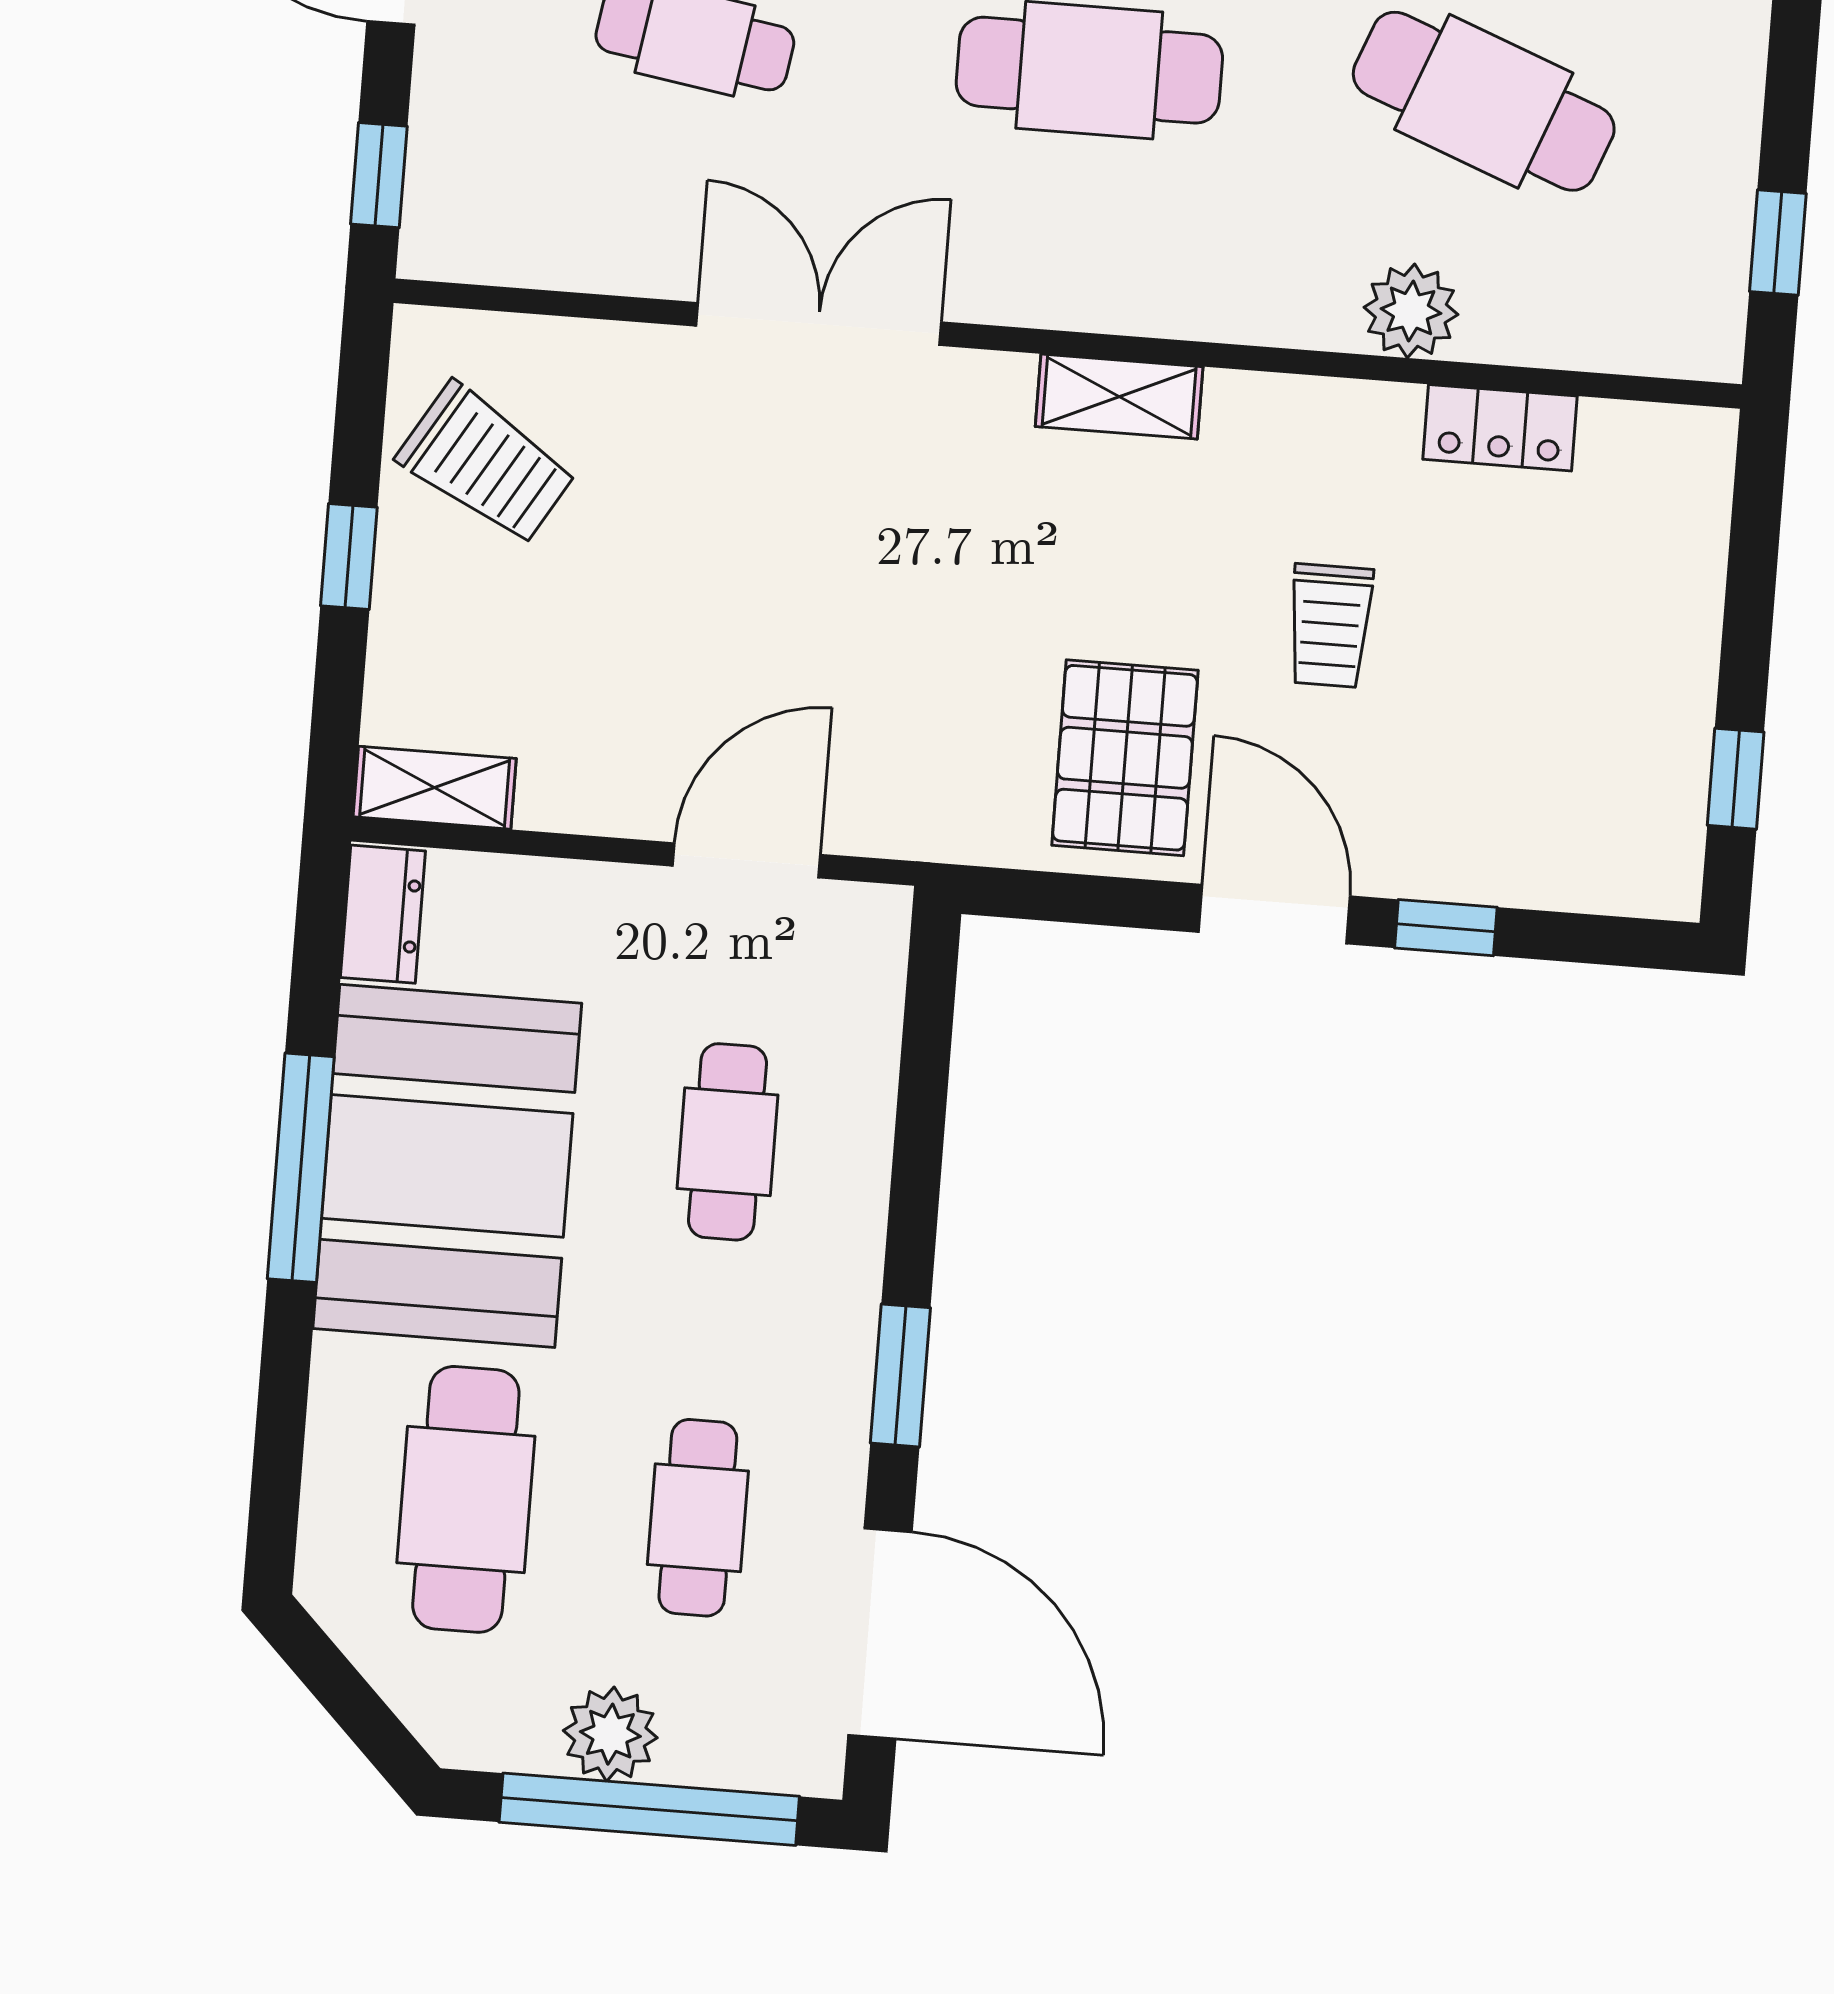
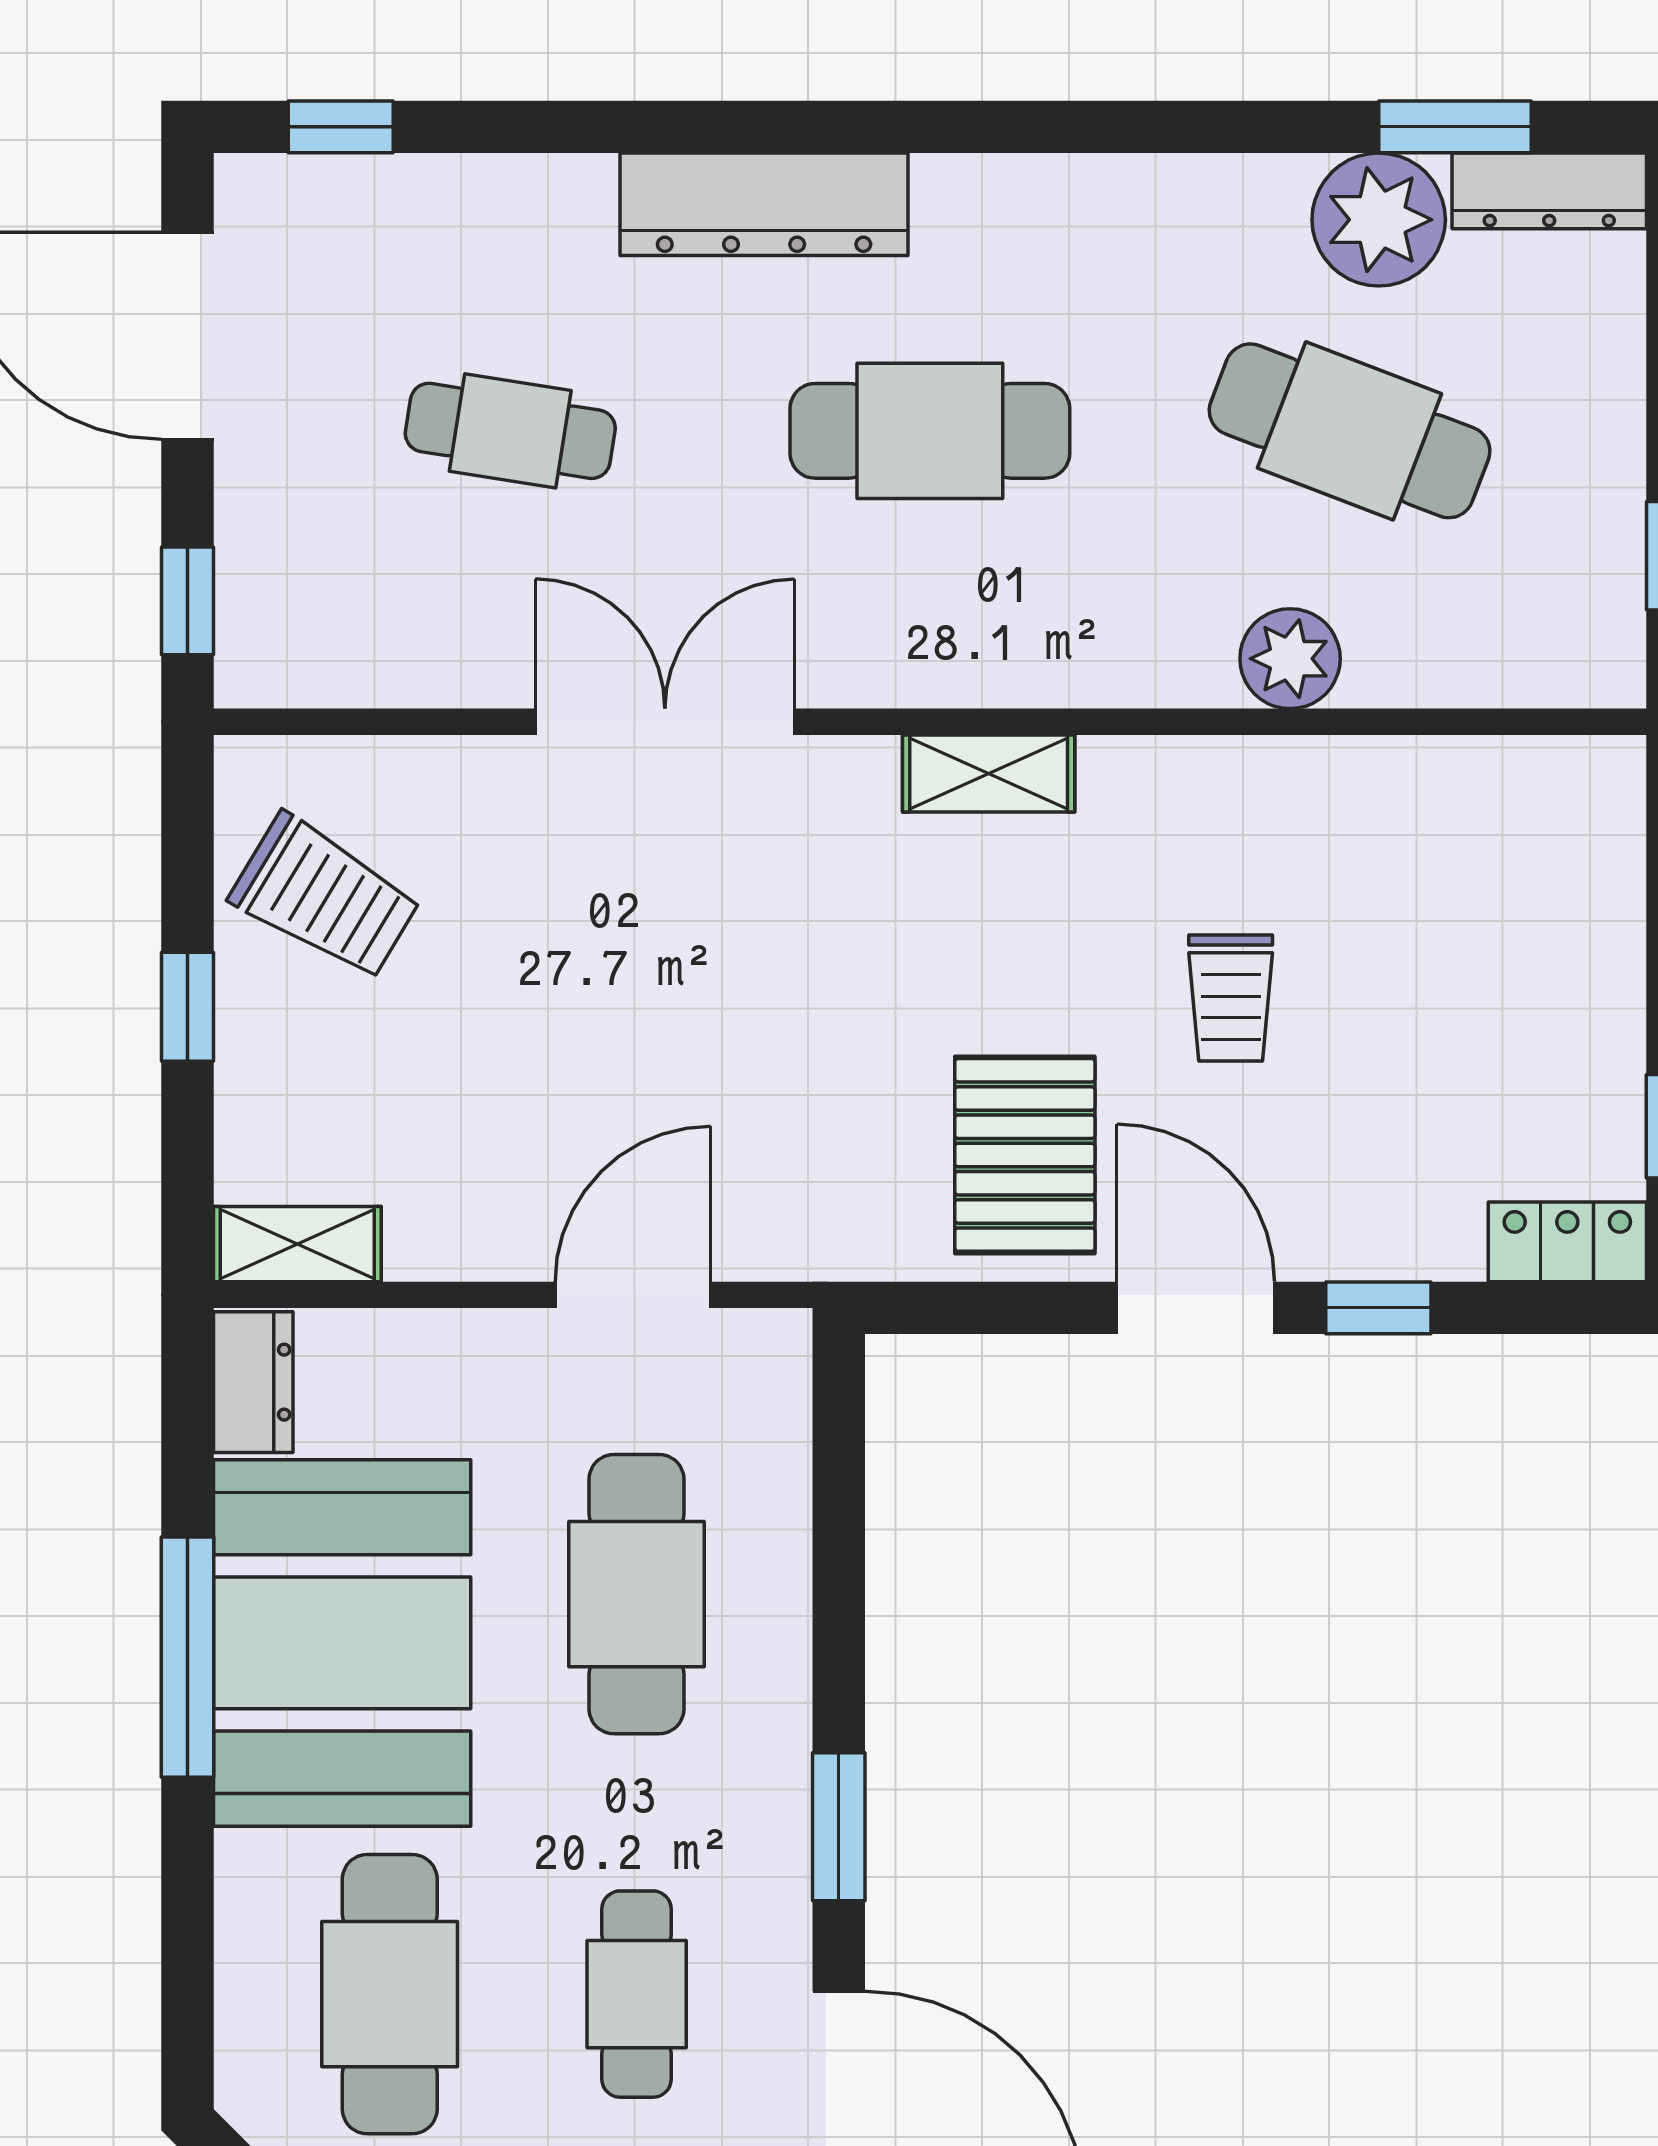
locker: (1500, 428) -> (1567, 1242), moved, turned 180
cafe table: (728, 1142) -> (637, 1594), width x1.37, depth x1.35

